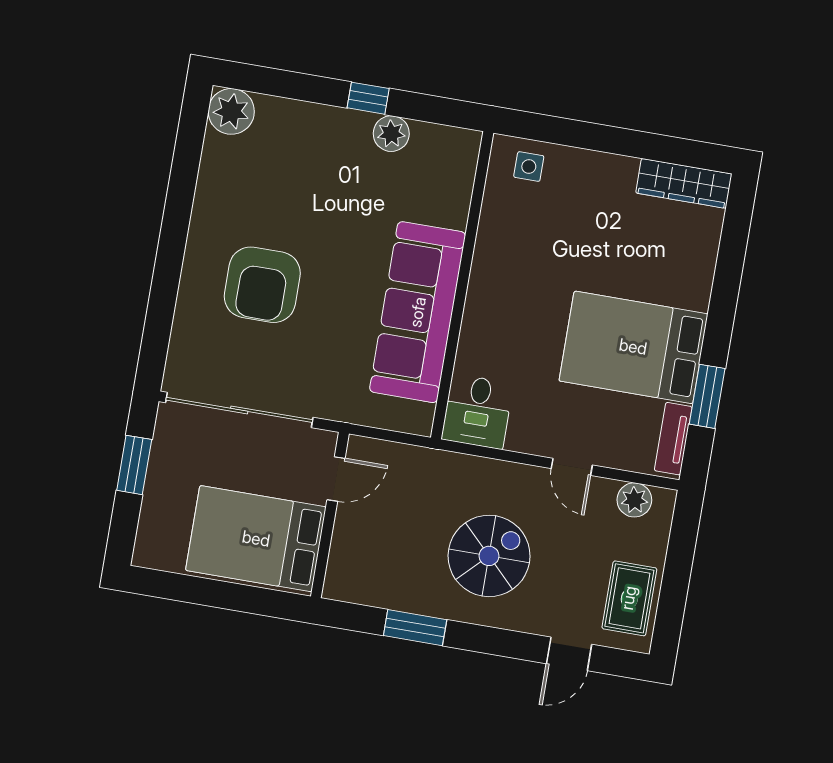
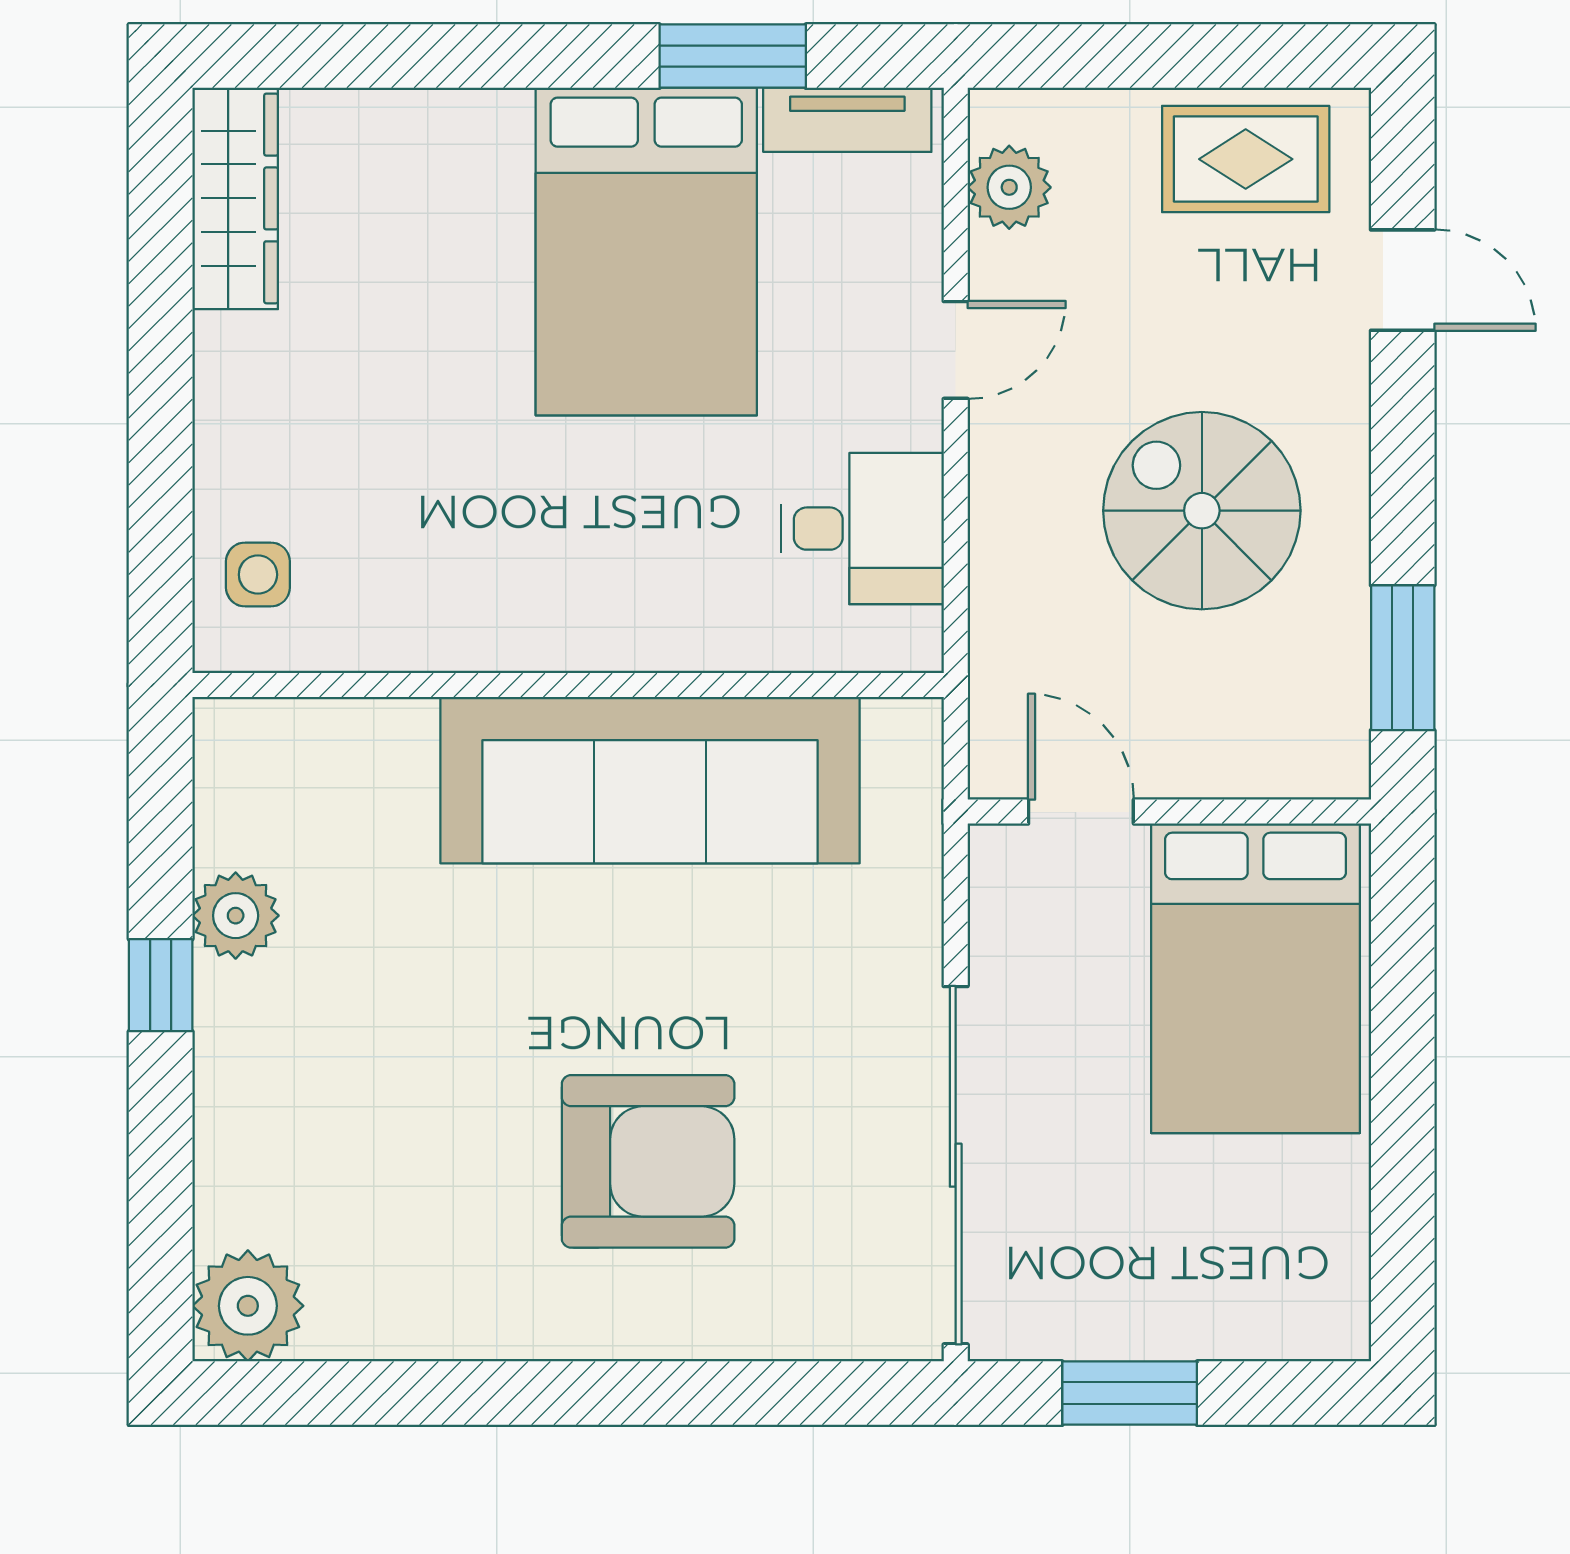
desk: (477, 411) -> (862, 529), moved
door: (336, 479) -> (1081, 812), moved
wall: (330, 515) -> (1169, 812), moved
bed: (256, 539) -> (1256, 978), moved

